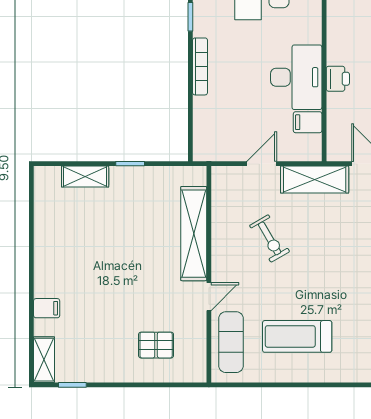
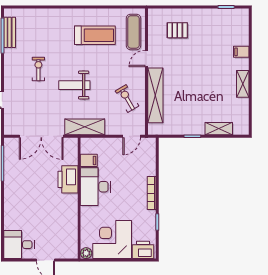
printer: (338, 79) -> (68, 179), width x1.87, depth x1.48
door: (262, 164) -> (132, 136), moved
exercise bike: (270, 238) -> (127, 99), moved
weight bench: (332, 251) -> (74, 85), added
shelving: (44, 360) -> (243, 84), moved

